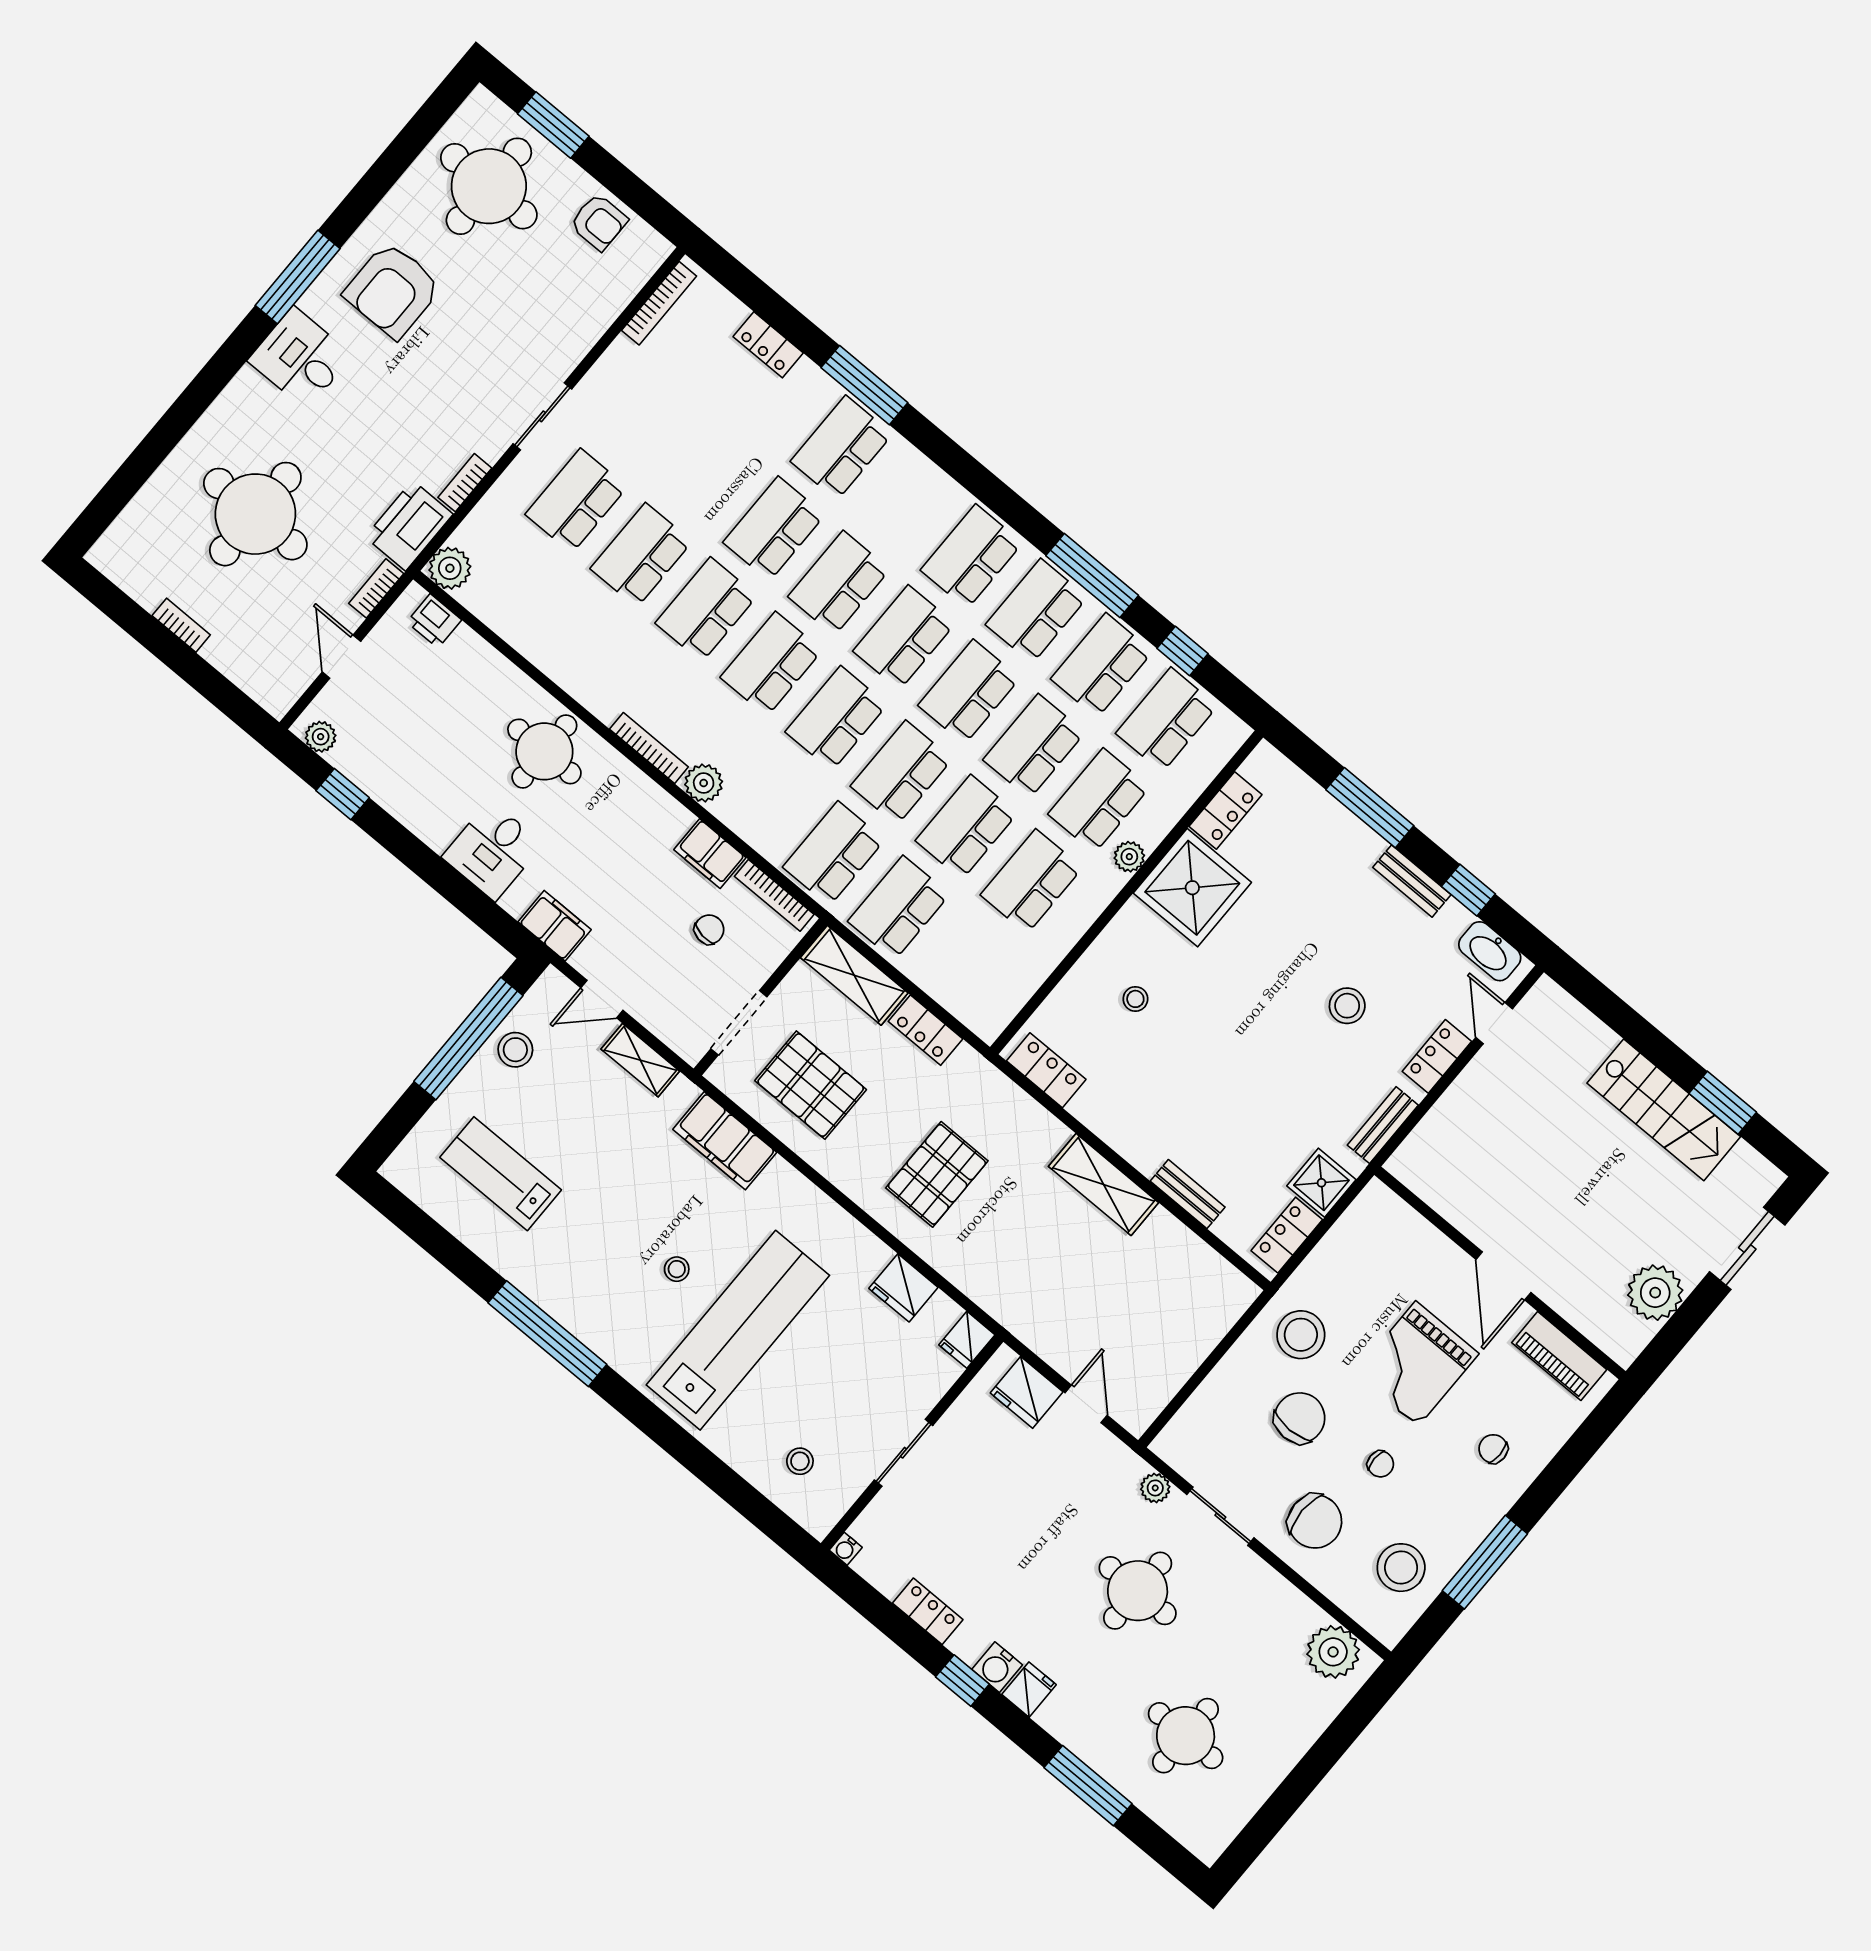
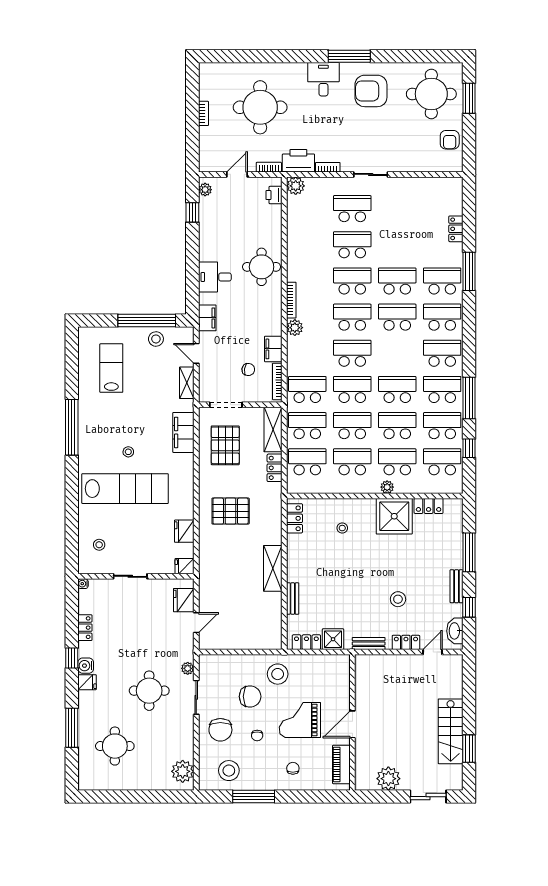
bookcase: (659, 303) -> (440, 182), removed
school desk: (904, 637) -> (442, 317), moved
school desk: (964, 962) -> (307, 462), added

